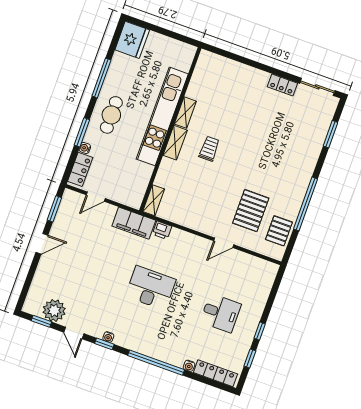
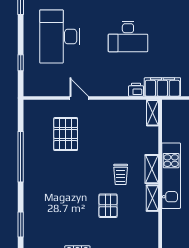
kitchen unit: (162, 116) -> (171, 176), width x0.73
pallet: (279, 231) -> (108, 206), moved
door: (224, 243) -> (79, 98), hinge flipped
desk: (221, 313) -> (60, 37), width x1.87, depth x1.30
window: (260, 331) -> (21, 63), moved

